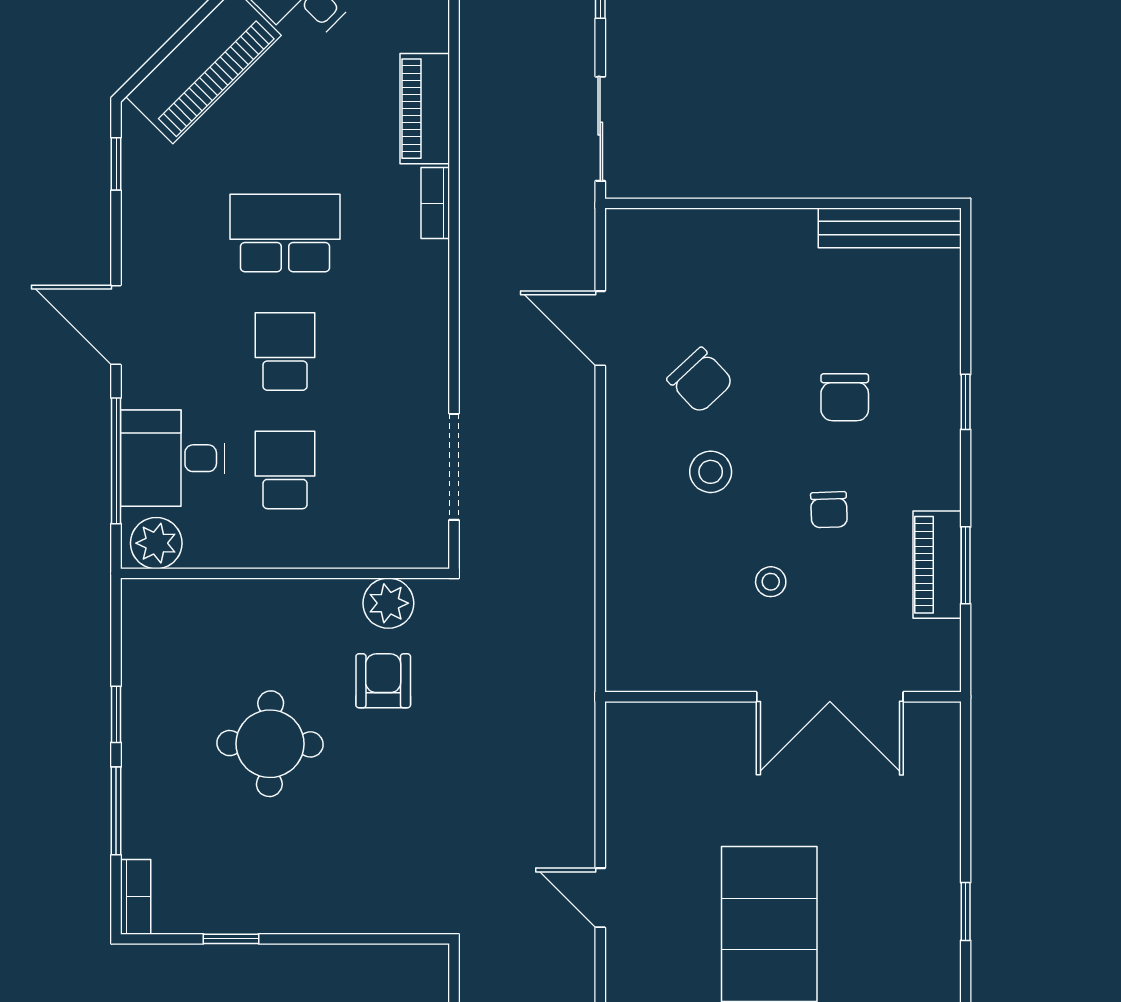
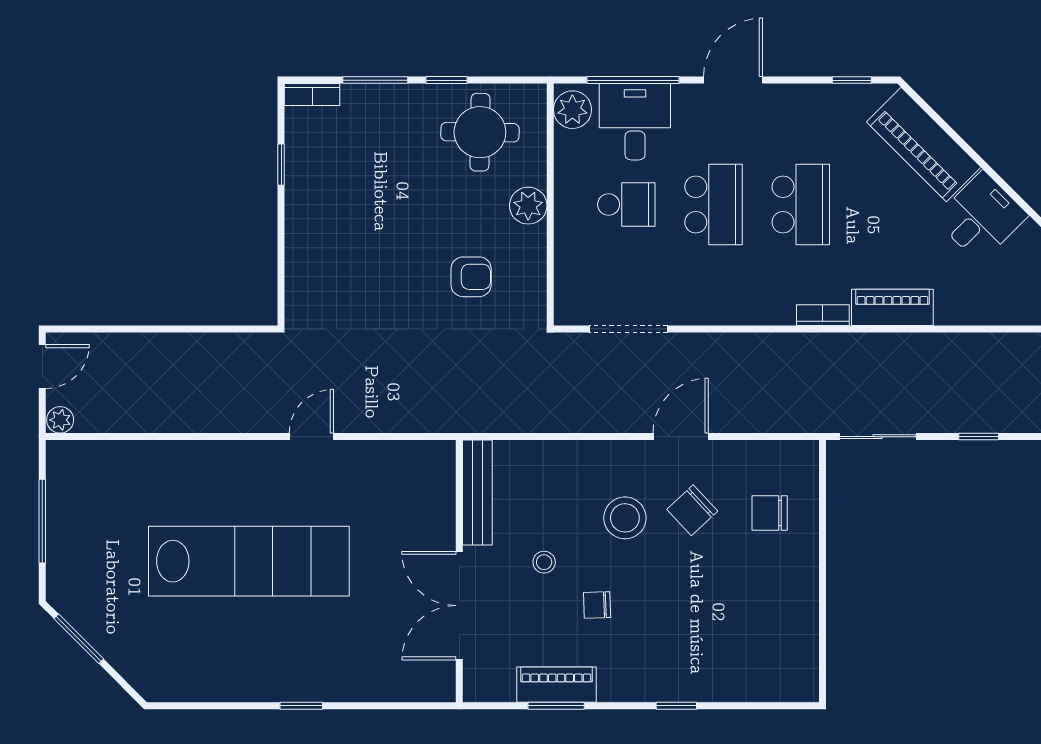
bench: (890, 228) -> (477, 493), moved
door: (600, 328) -> (681, 437), moved
school desk: (285, 352) -> (714, 205), width x1.85
chair: (845, 397) -> (770, 513), moved
stool: (711, 472) -> (625, 518), width x1.38, depth x1.38
plant: (388, 603) -> (528, 206), moved
round table: (270, 744) -> (480, 132), moved

